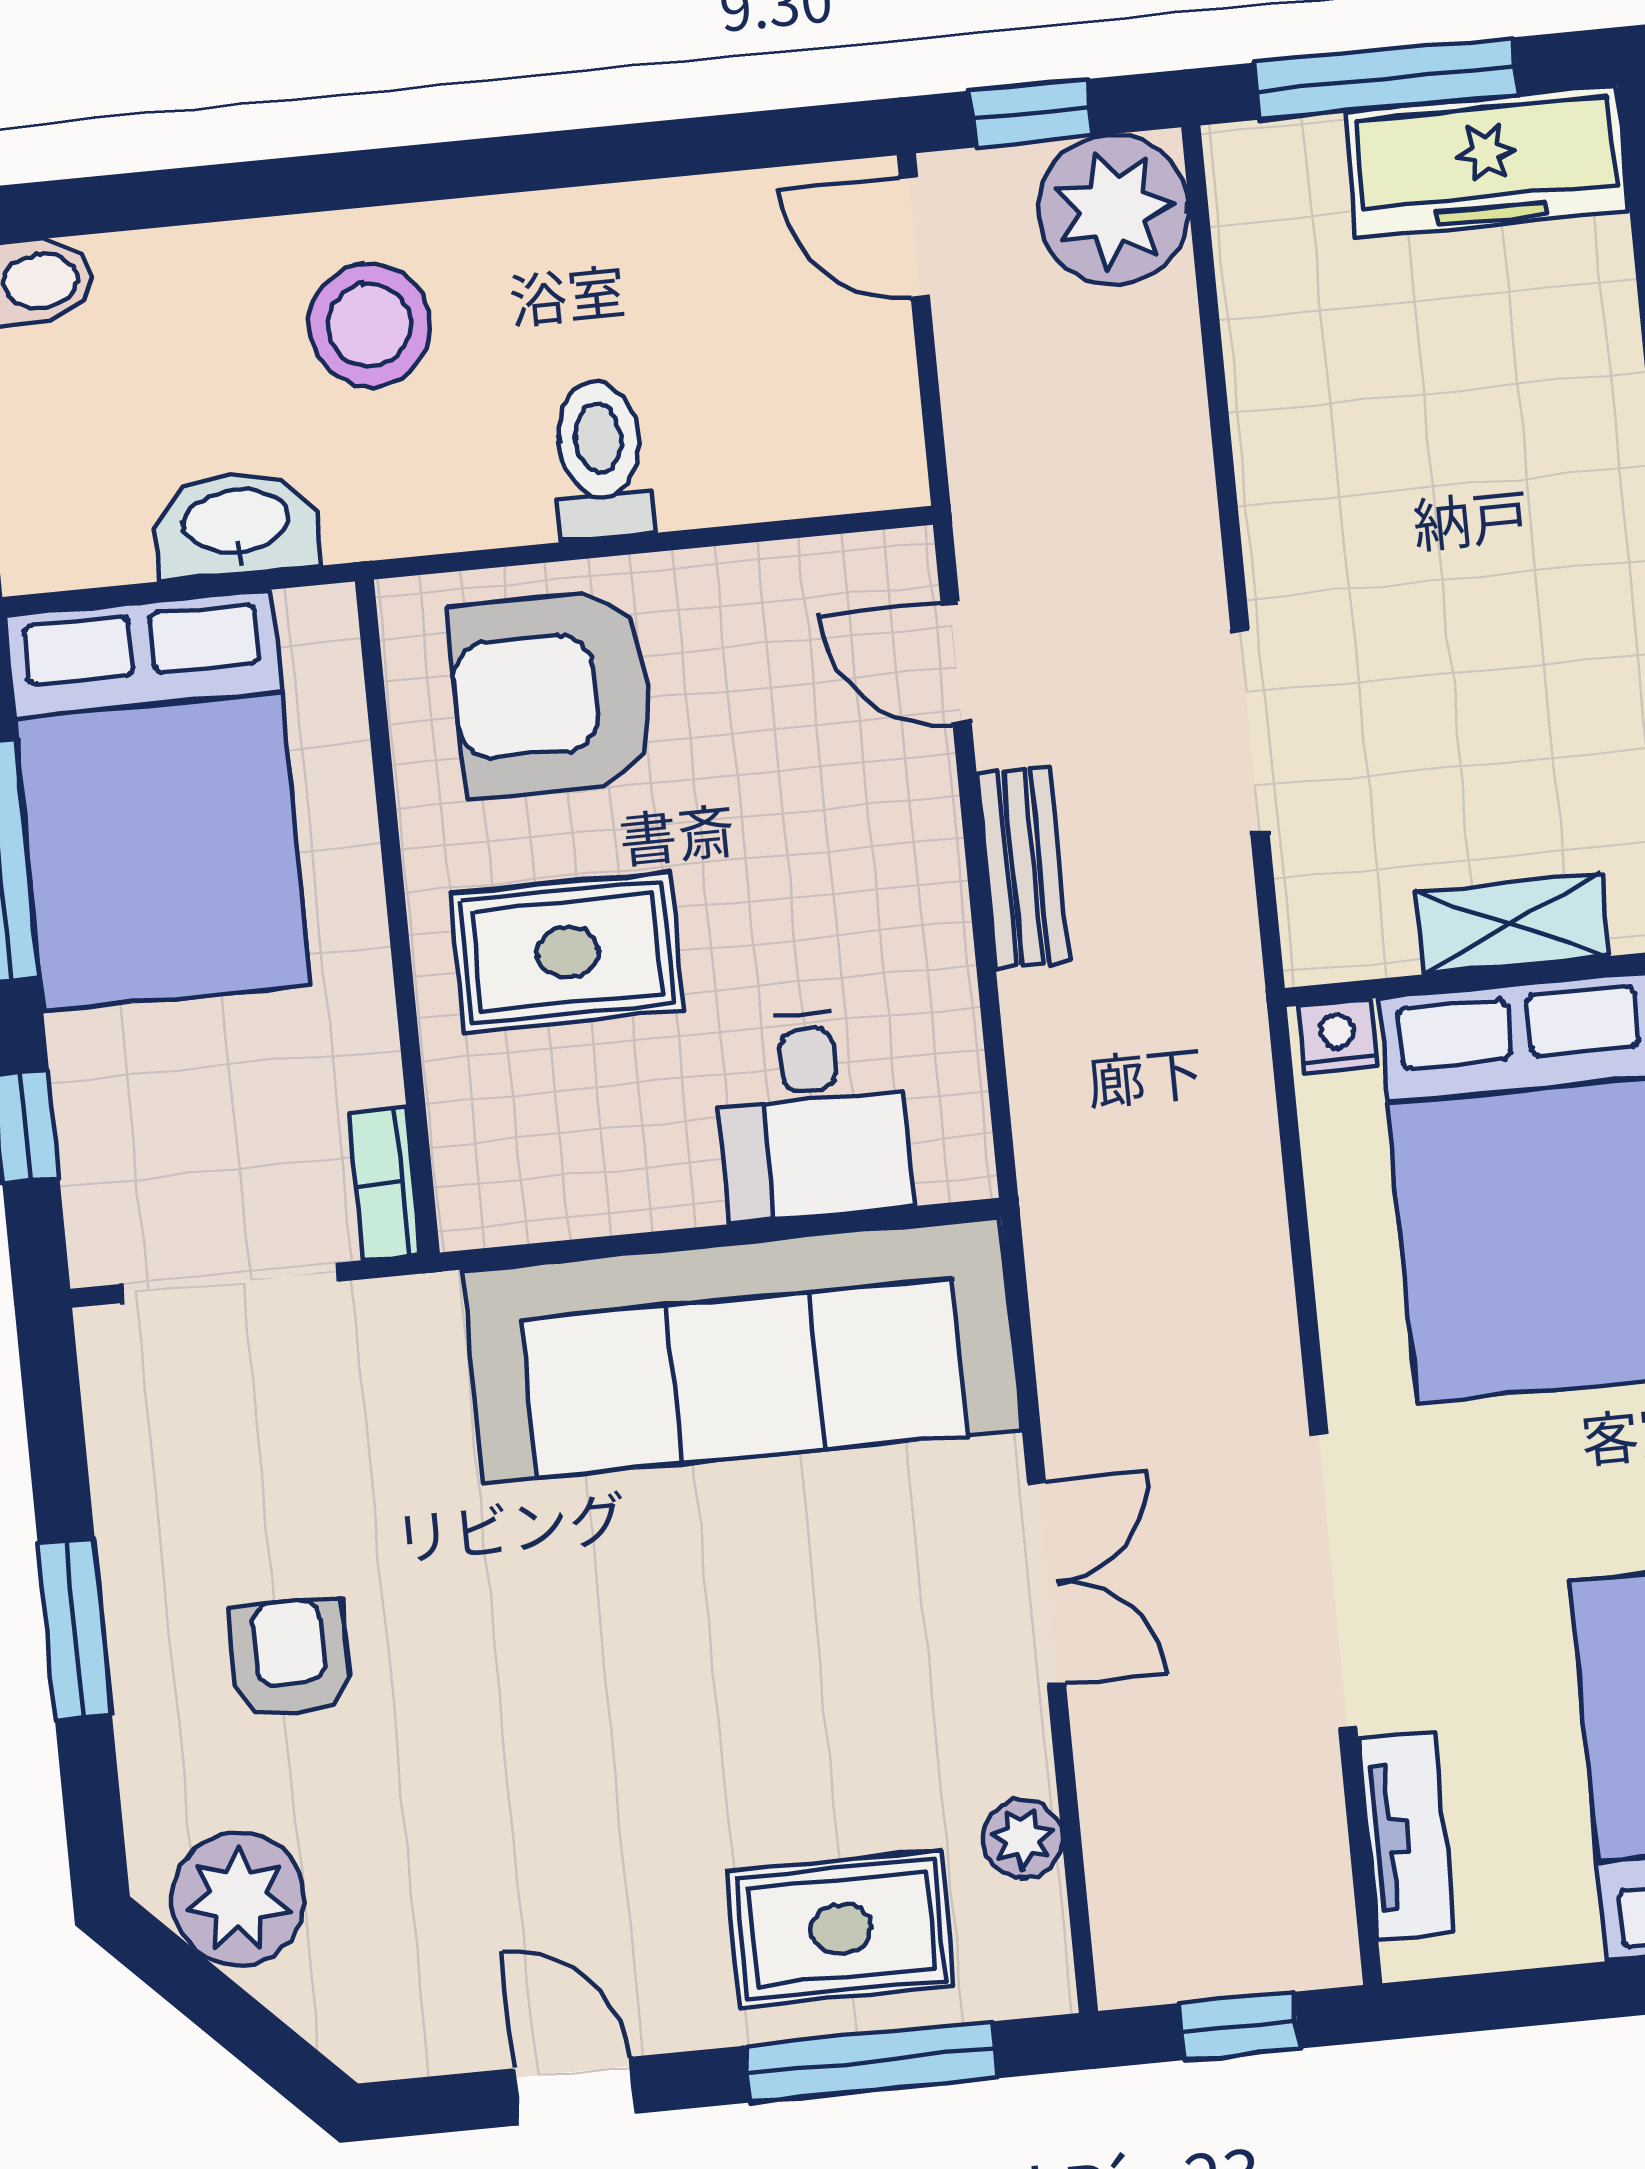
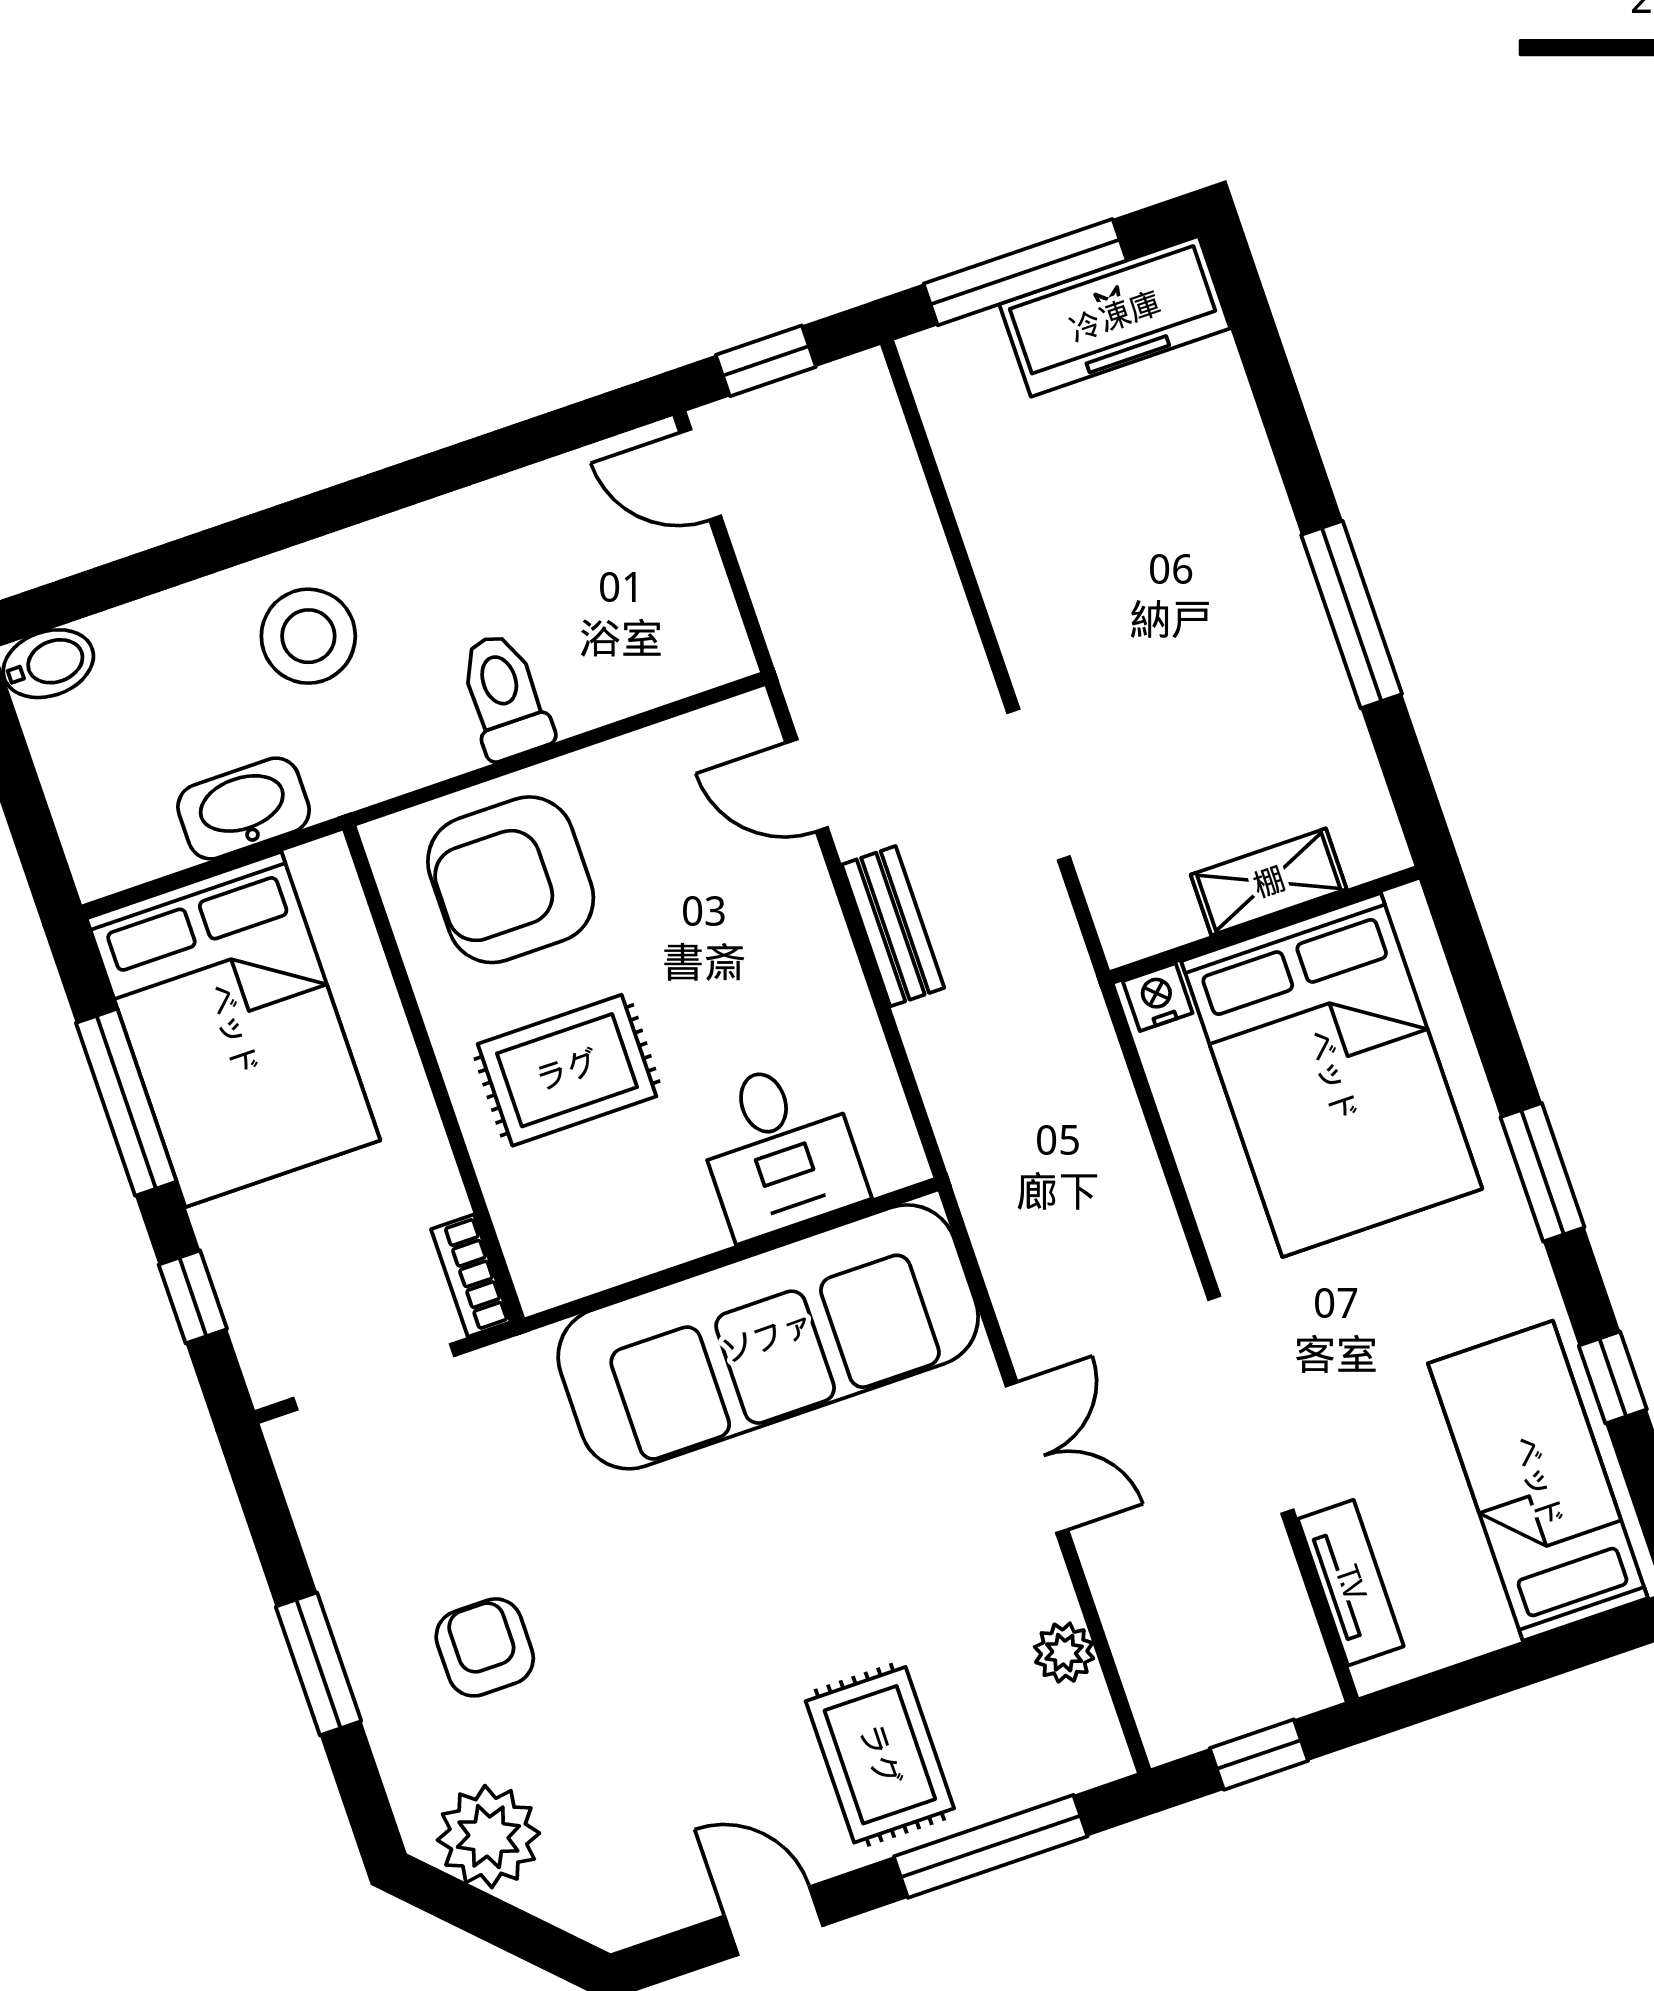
plant: (1114, 210) -> (844, 418), removed
rug: (841, 1929) -> (880, 1755), moved, turned 90

